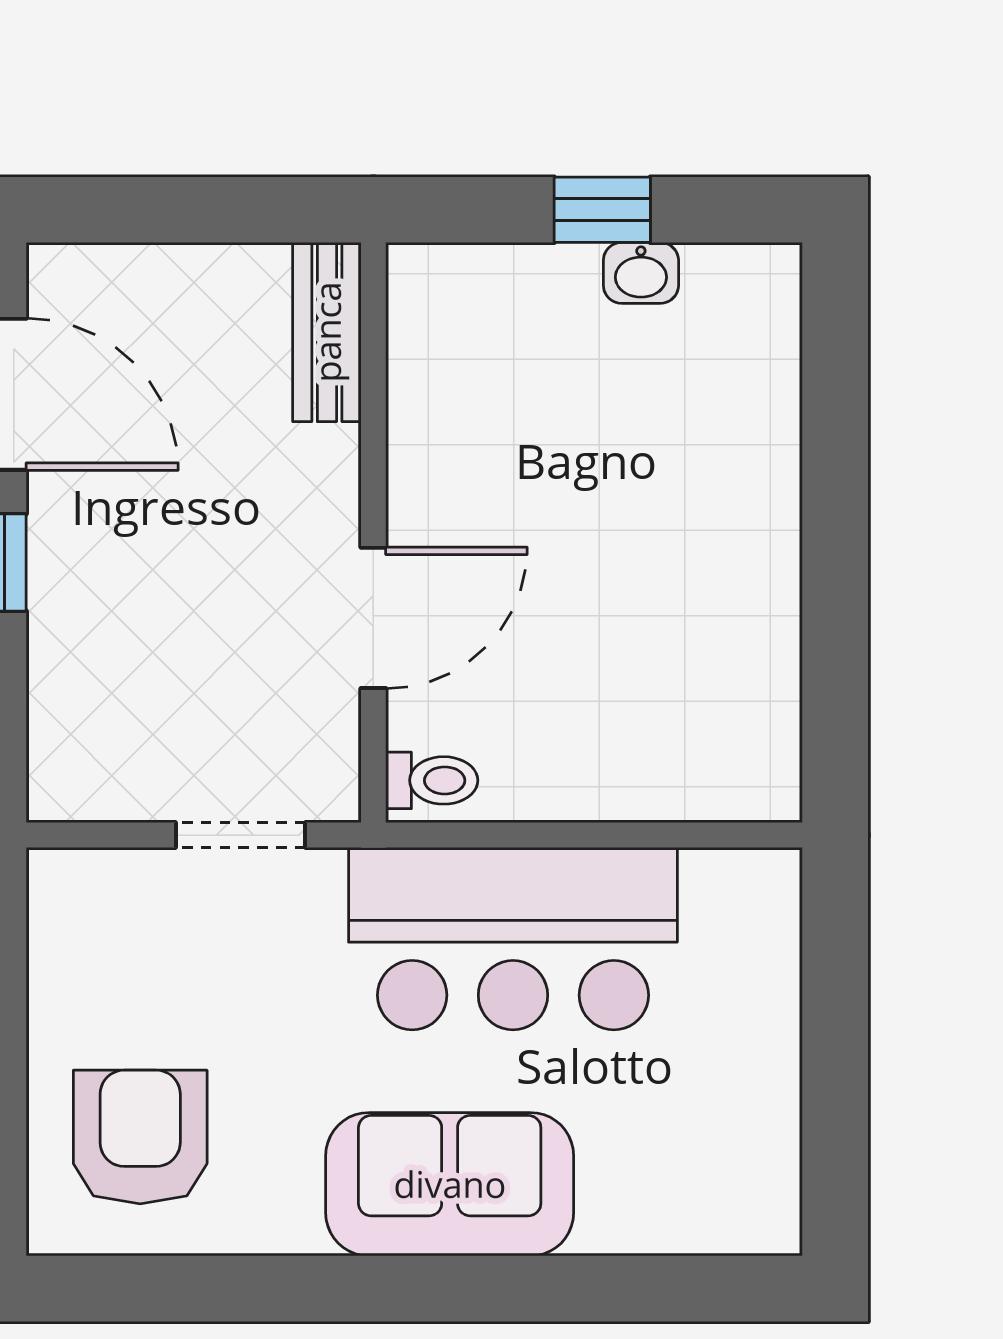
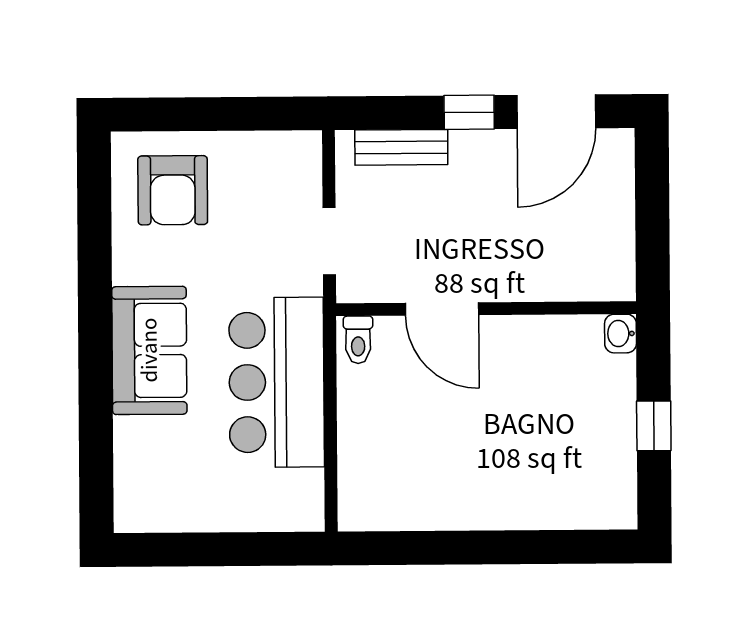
washbasin: (641, 273) -> (620, 334), moved
bench: (327, 332) -> (401, 147), moved
armchair: (140, 1137) -> (173, 190), turned 90

